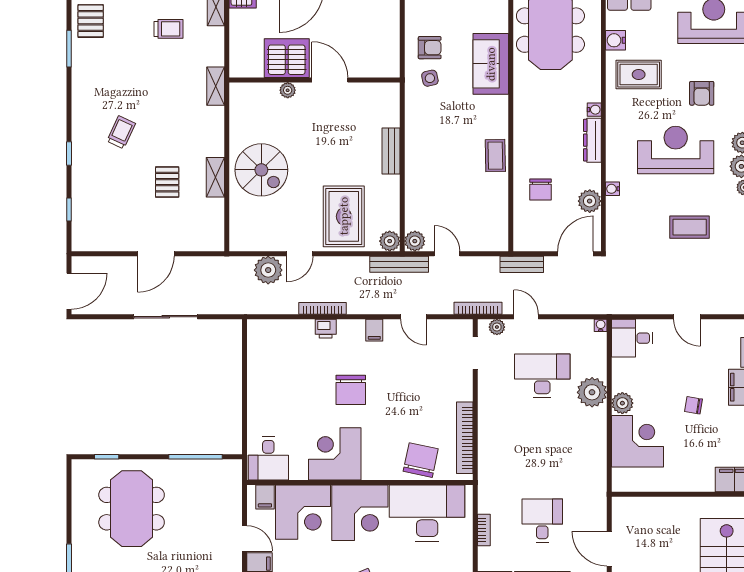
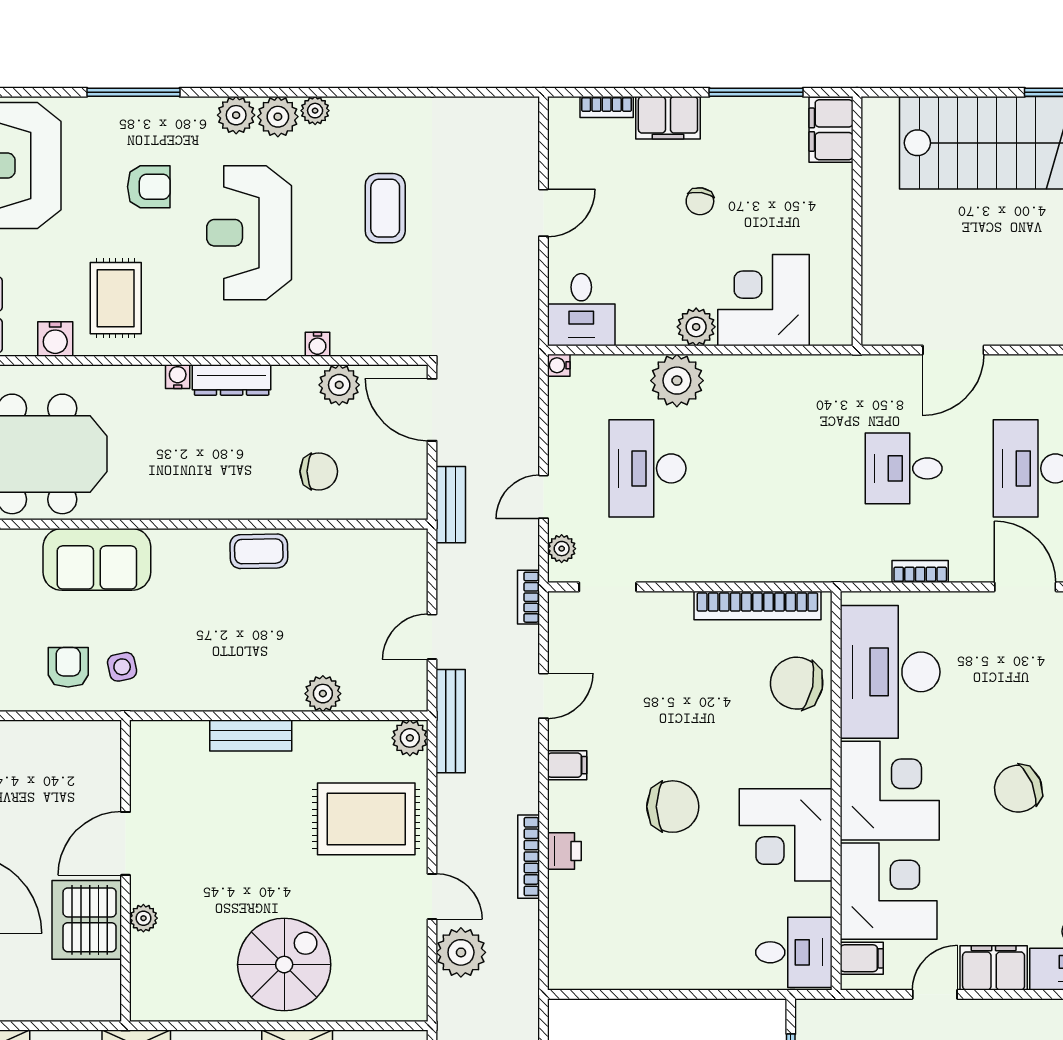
plant: (415, 241) -> (323, 694), moved
bookcase: (478, 308) -> (529, 597), width x0.64

